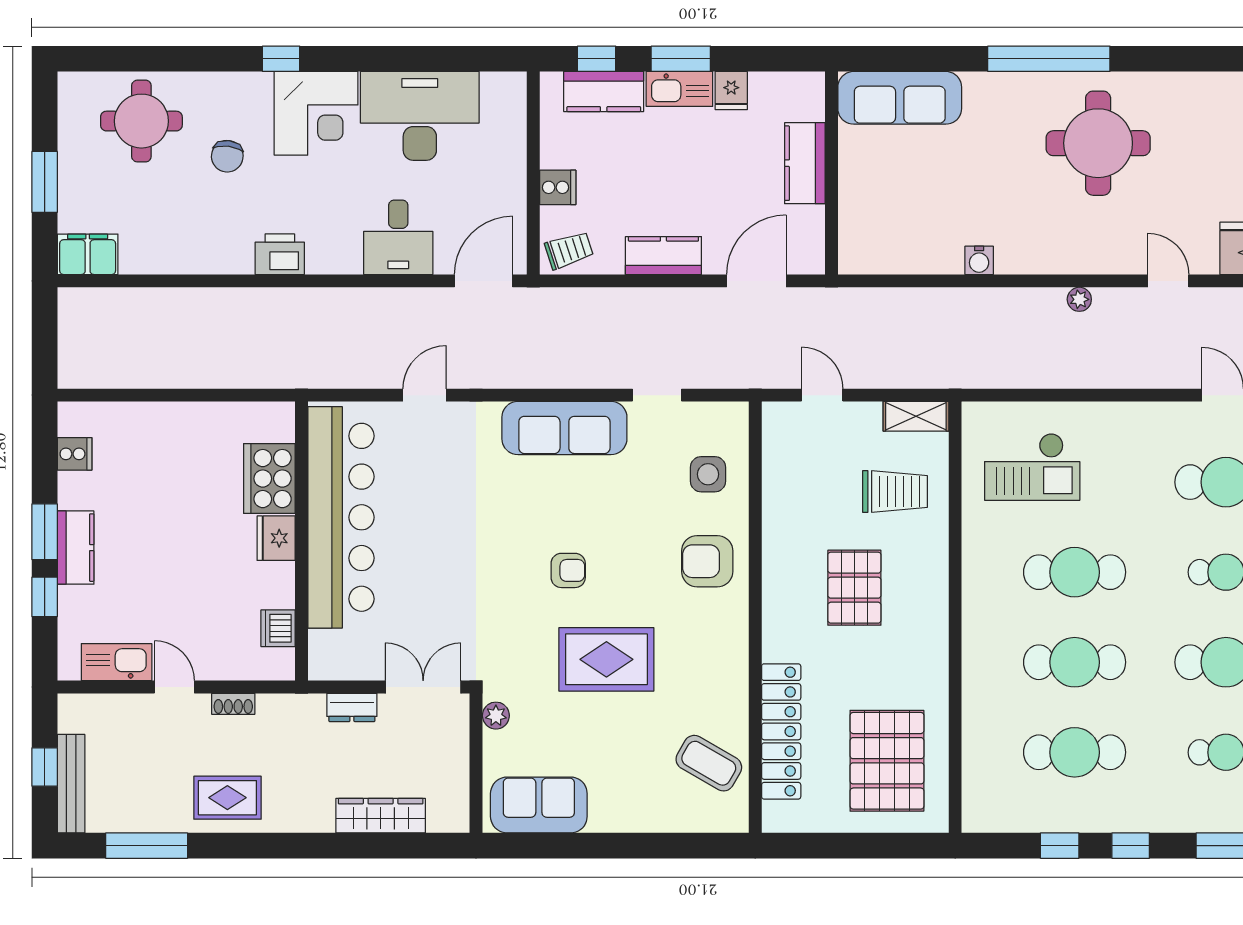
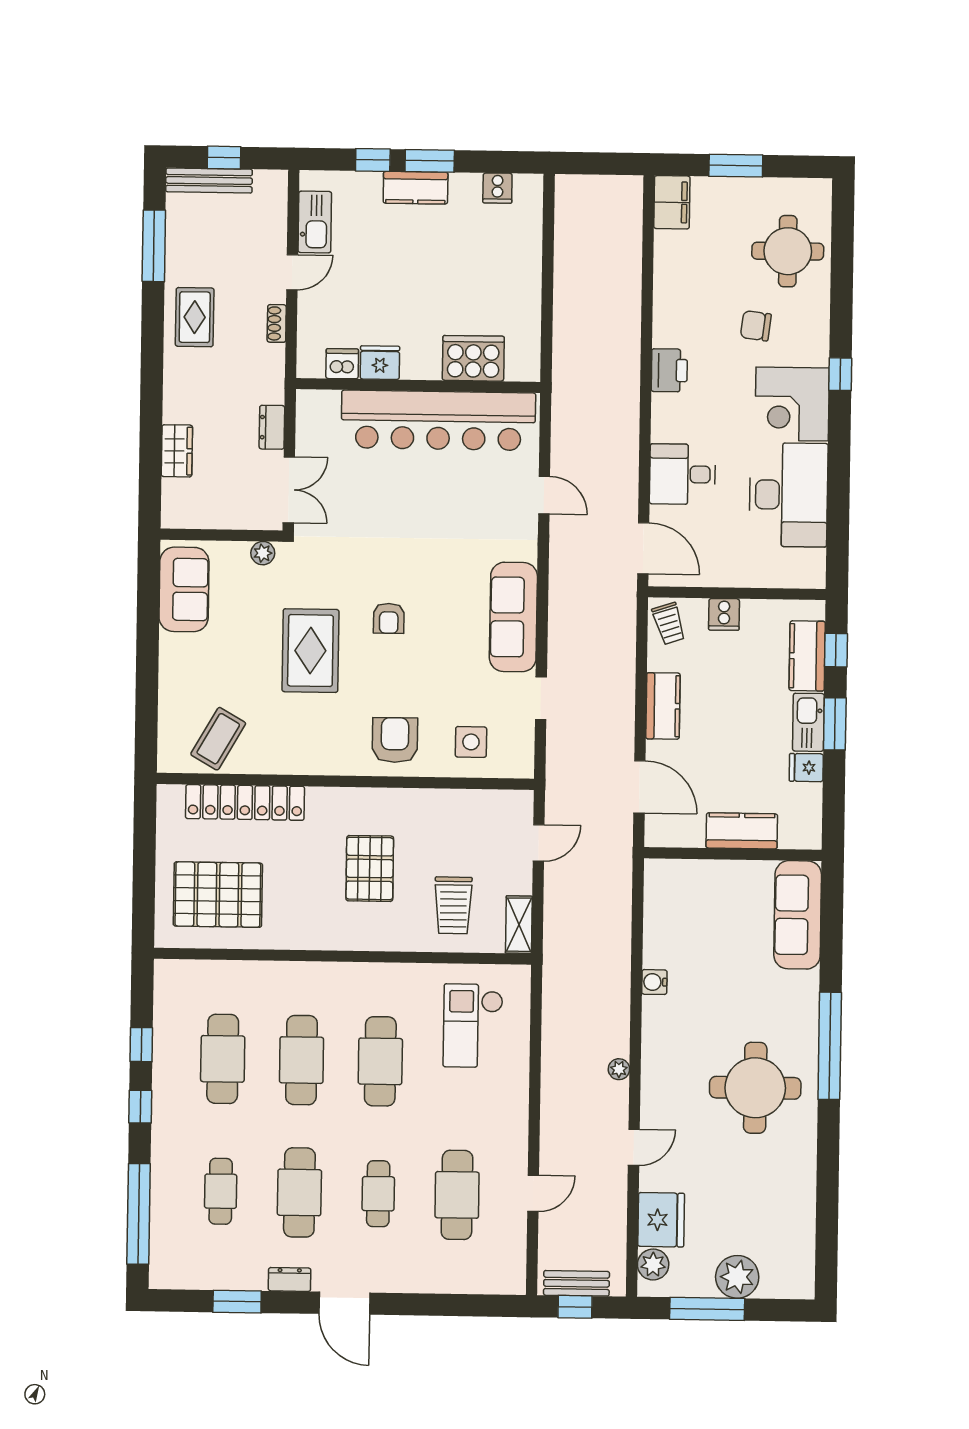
fridge: (276, 538) -> (380, 363), moved
pallet: (854, 588) -> (370, 868), turned 90
wardrobe: (381, 816) -> (177, 451), width x0.67

